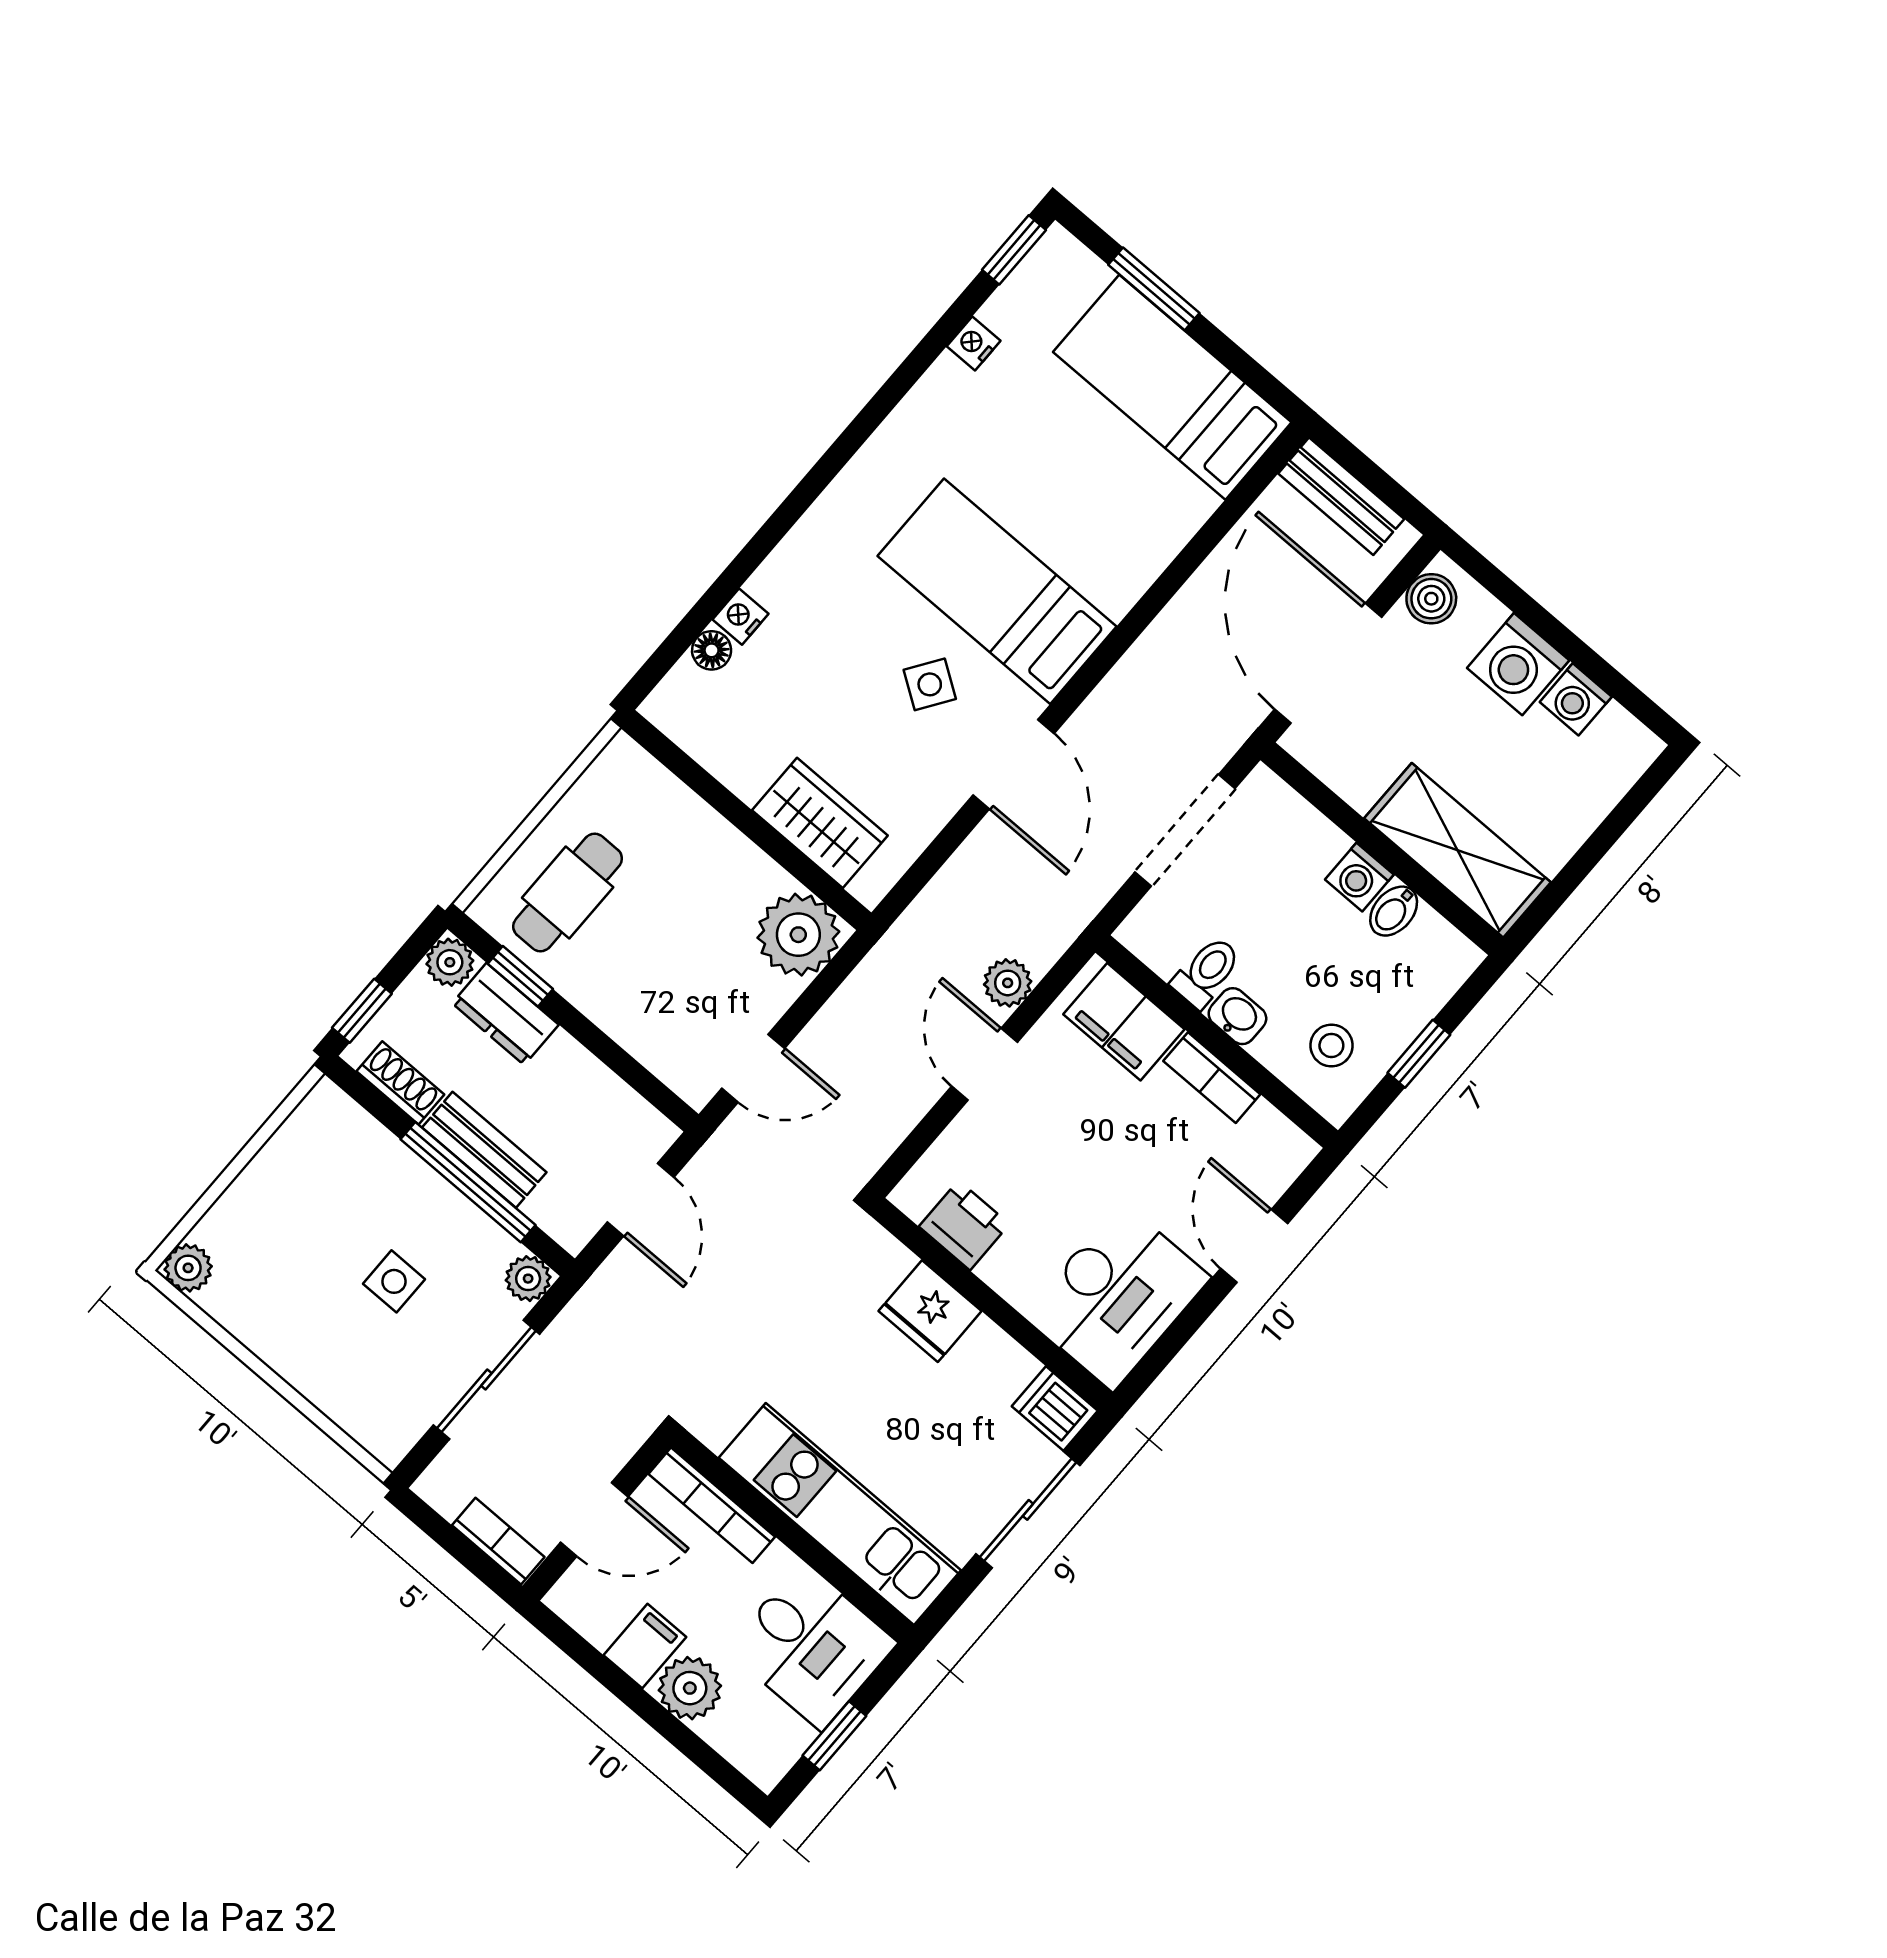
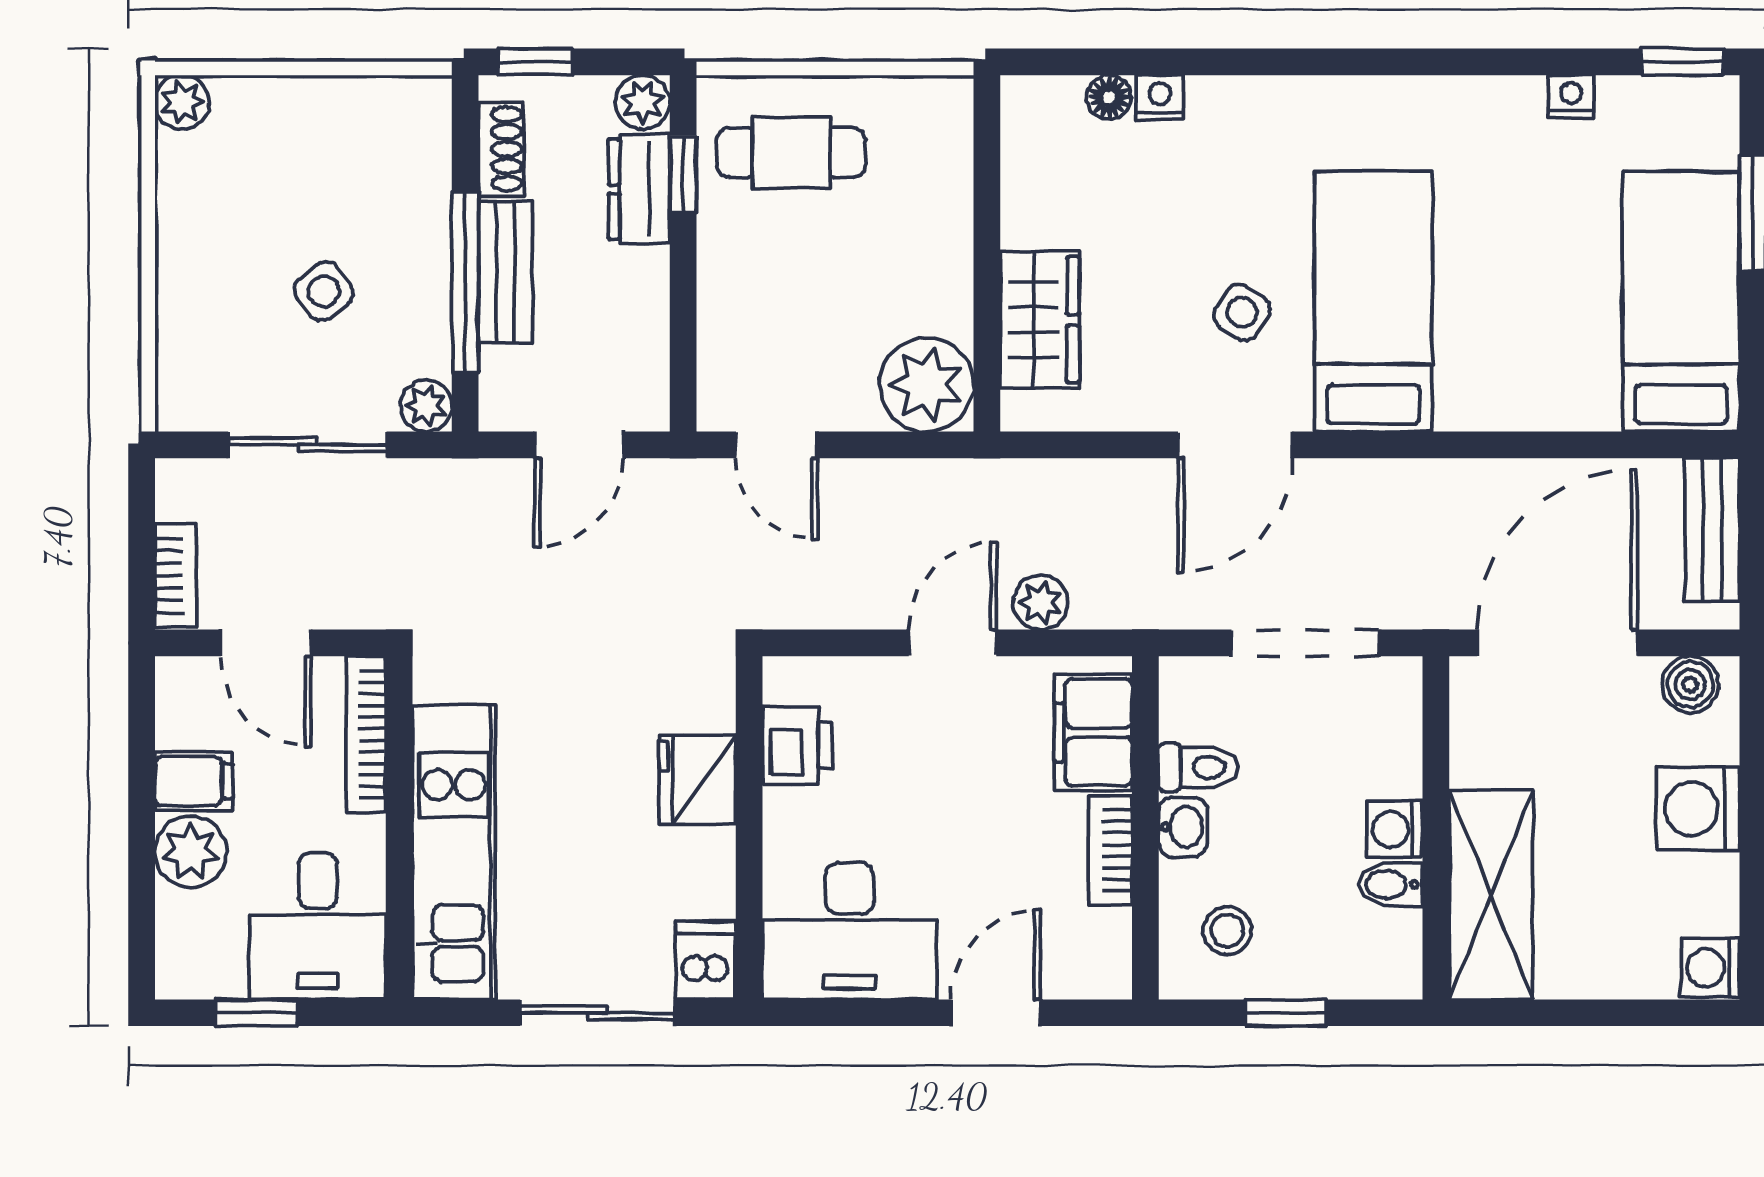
washing machine: (1576, 699) -> (1710, 968), moved
side table: (394, 1281) -> (324, 291), turned -38

